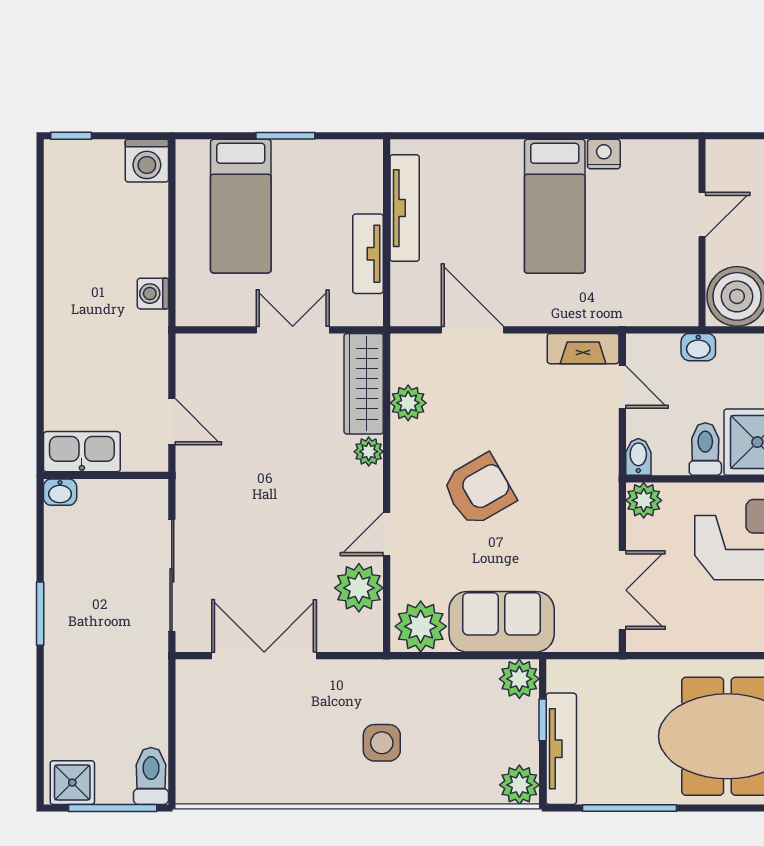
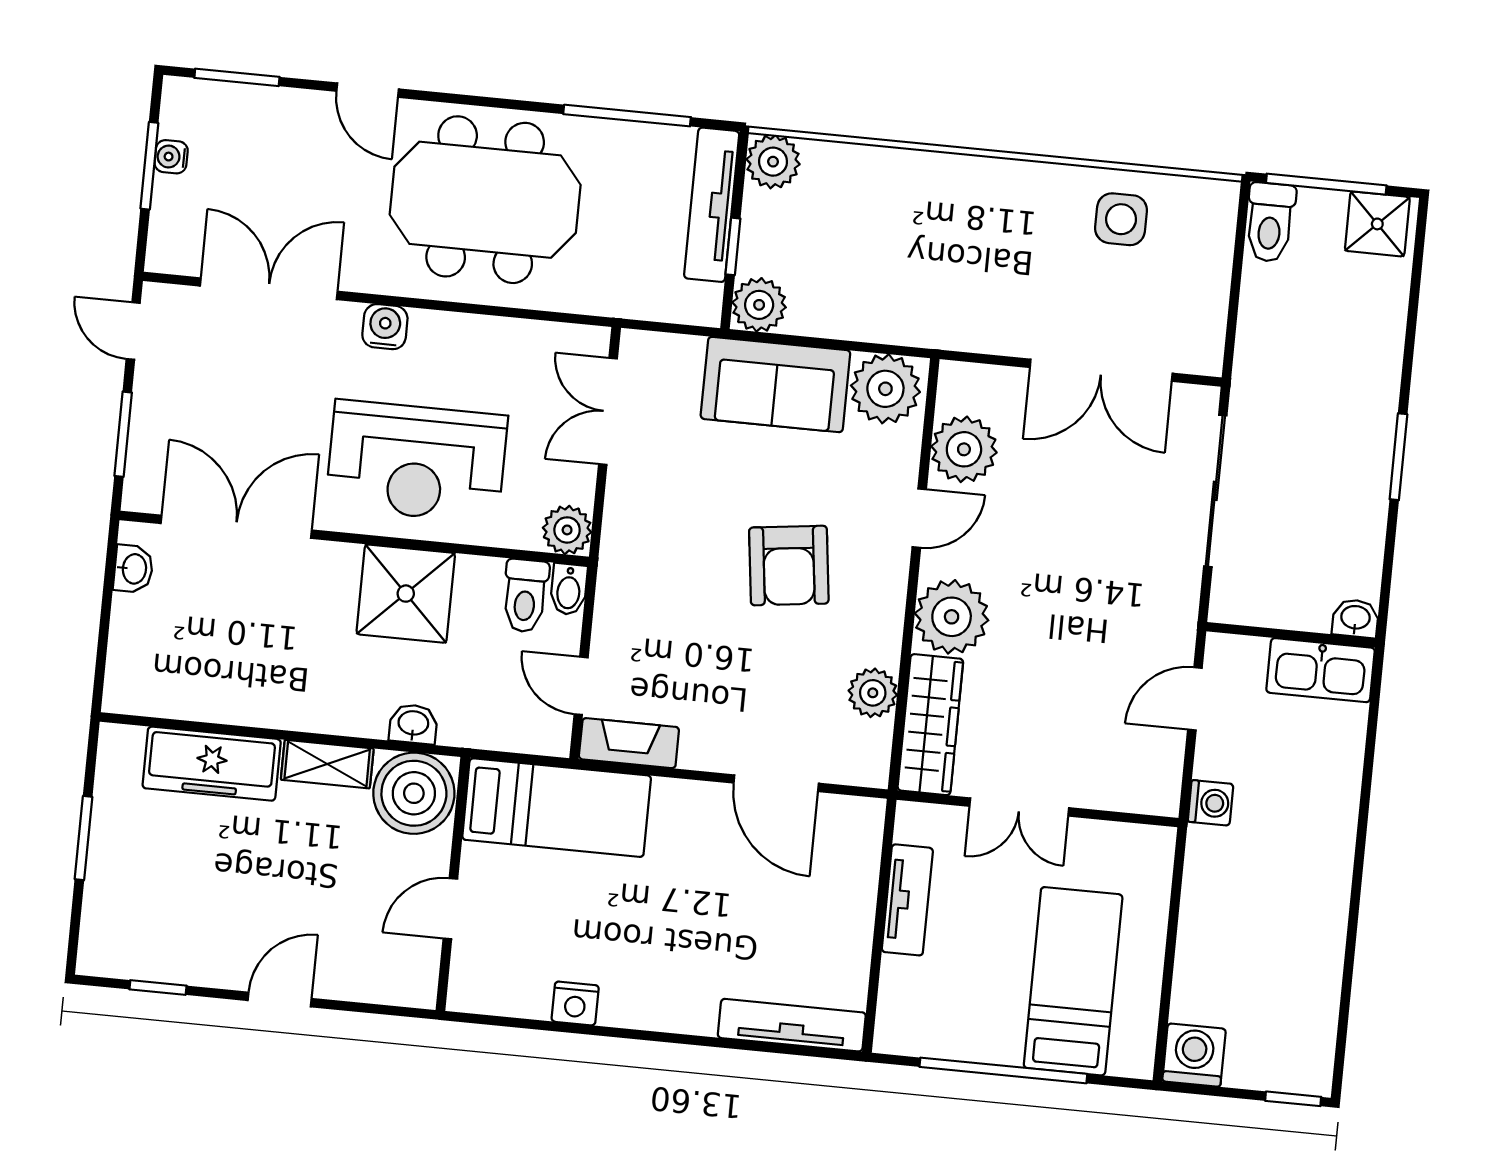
window: (285, 136) -> (1003, 1070), width x2.11
bed: (555, 206) -> (557, 808), moved, turned 90
tv unit: (405, 208) -> (792, 1025), moved, turned 90
washing machine: (153, 294) -> (1211, 803), moved
washbasin: (698, 347) -> (413, 724), moved
door: (172, 422) -> (1195, 699), hinge flipped
toilet: (705, 449) -> (525, 596), moved
plant: (369, 452) -> (952, 617), width x1.88, depth x1.88
armchair: (479, 490) -> (789, 566), turned -67
side table: (382, 743) -> (1121, 219), moved

